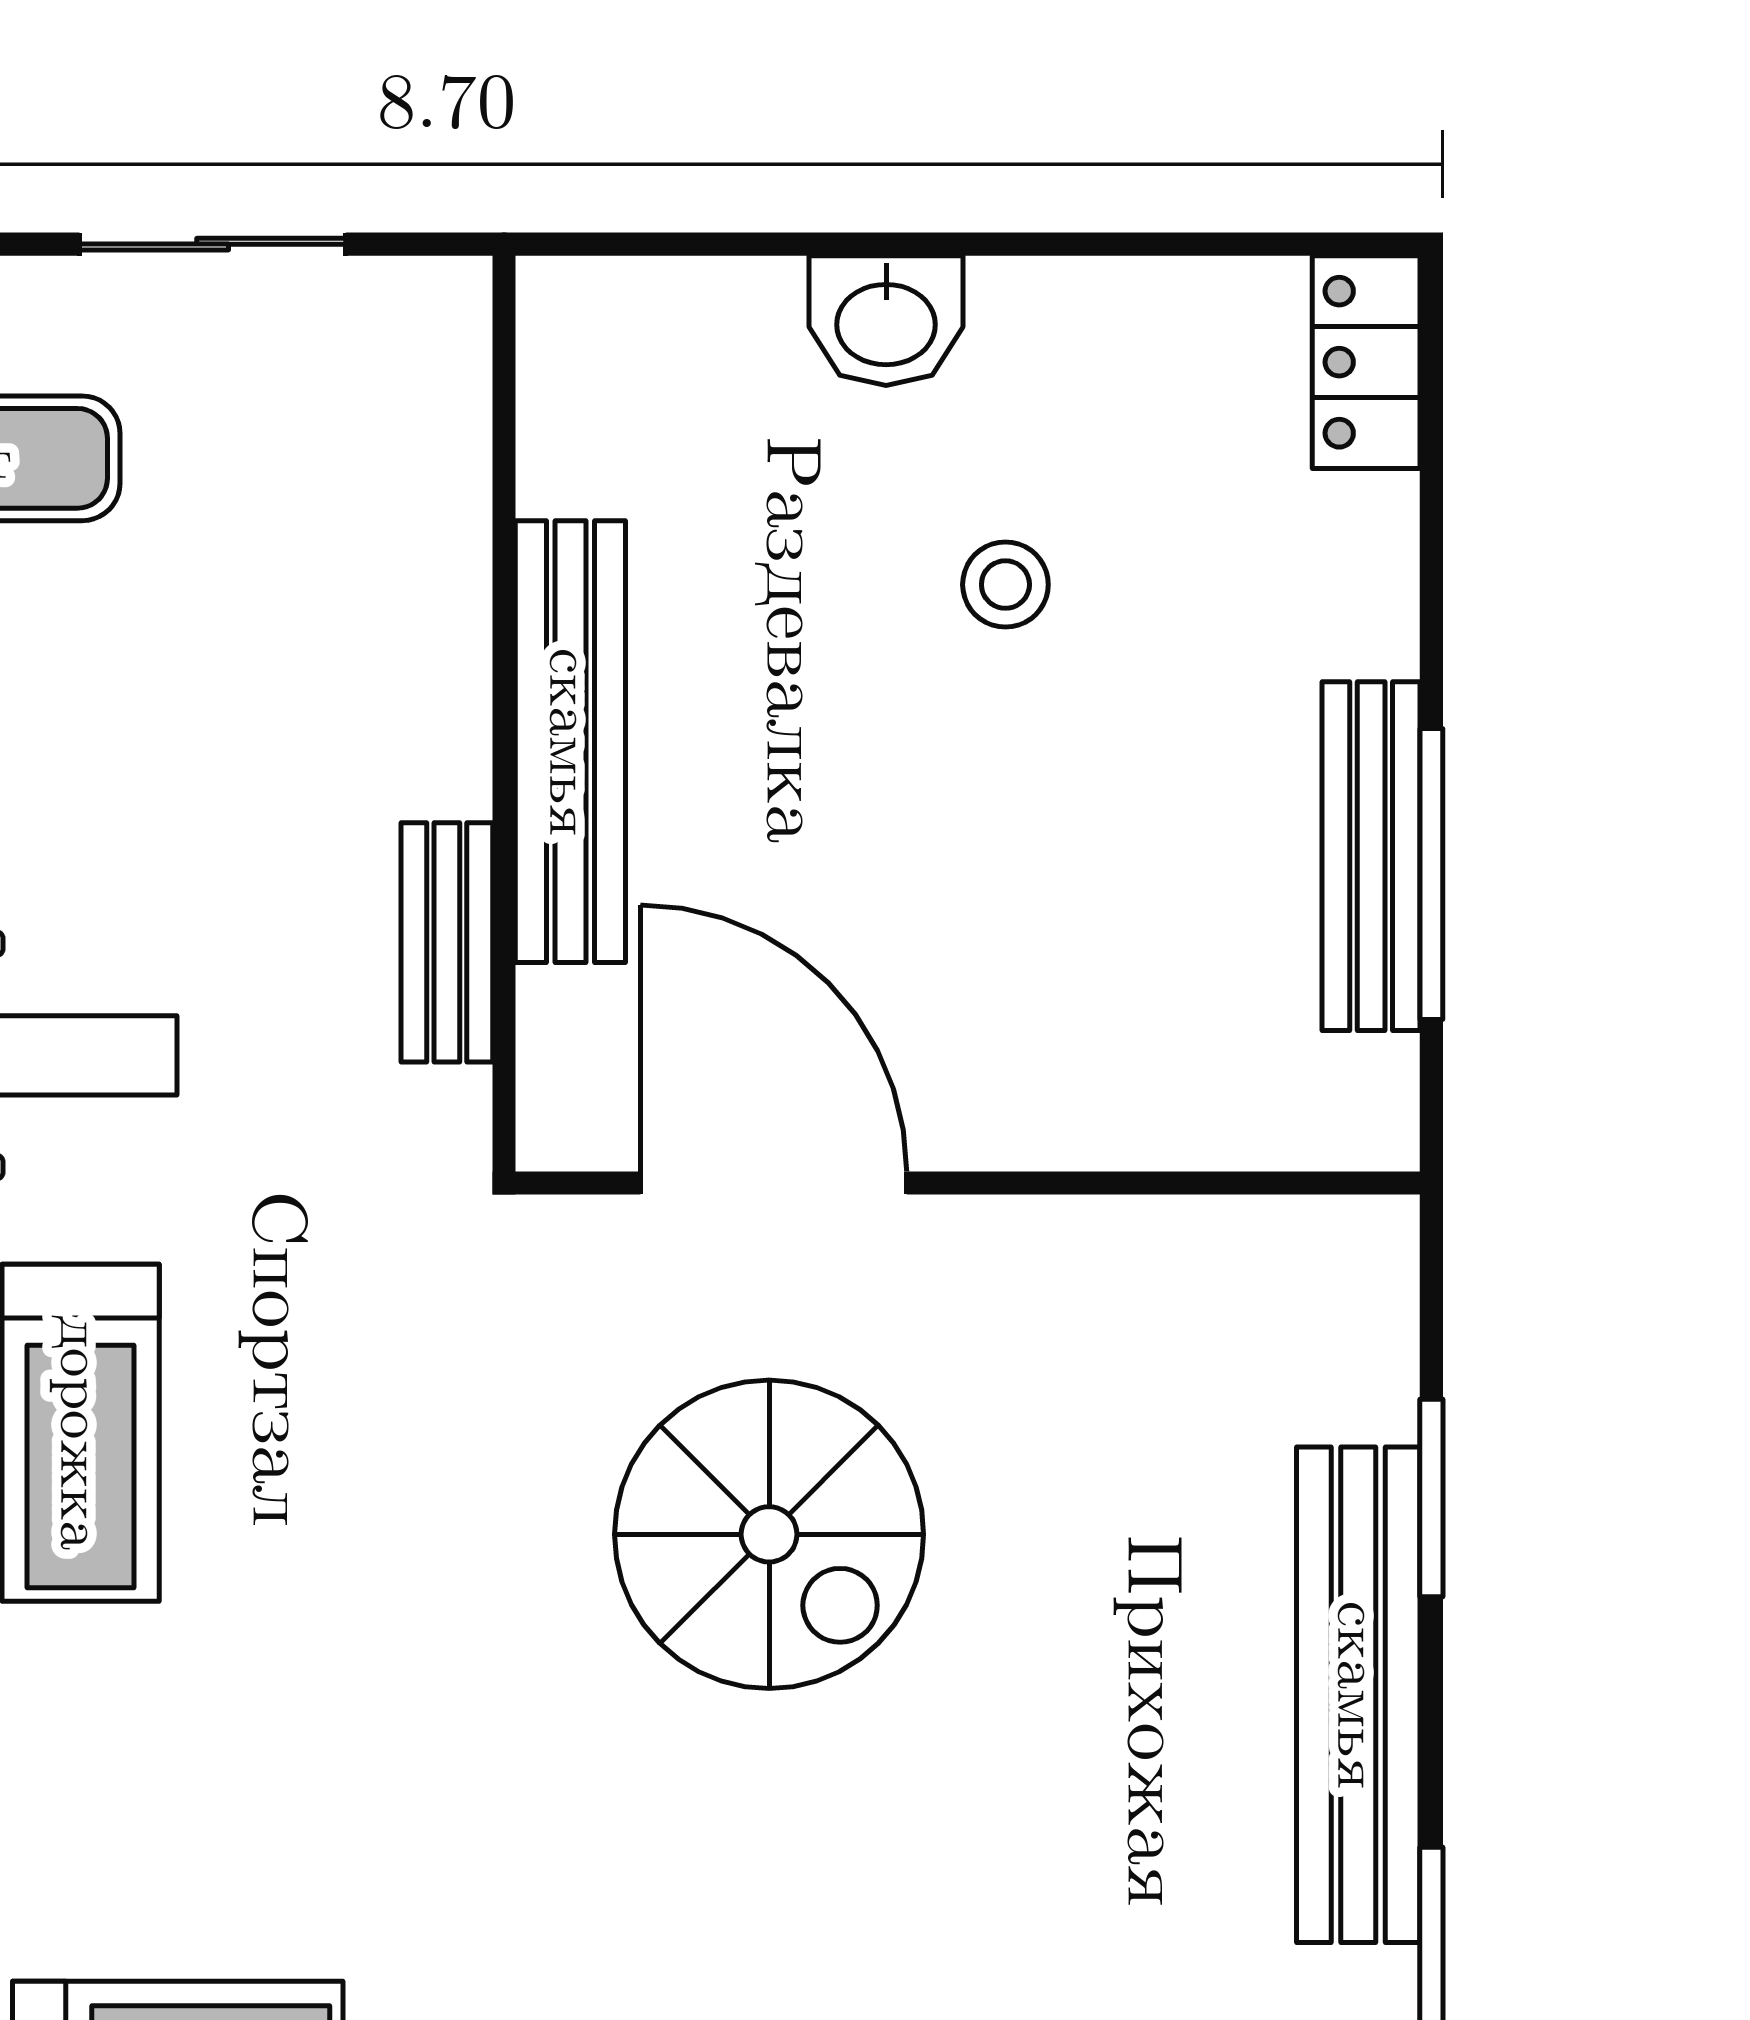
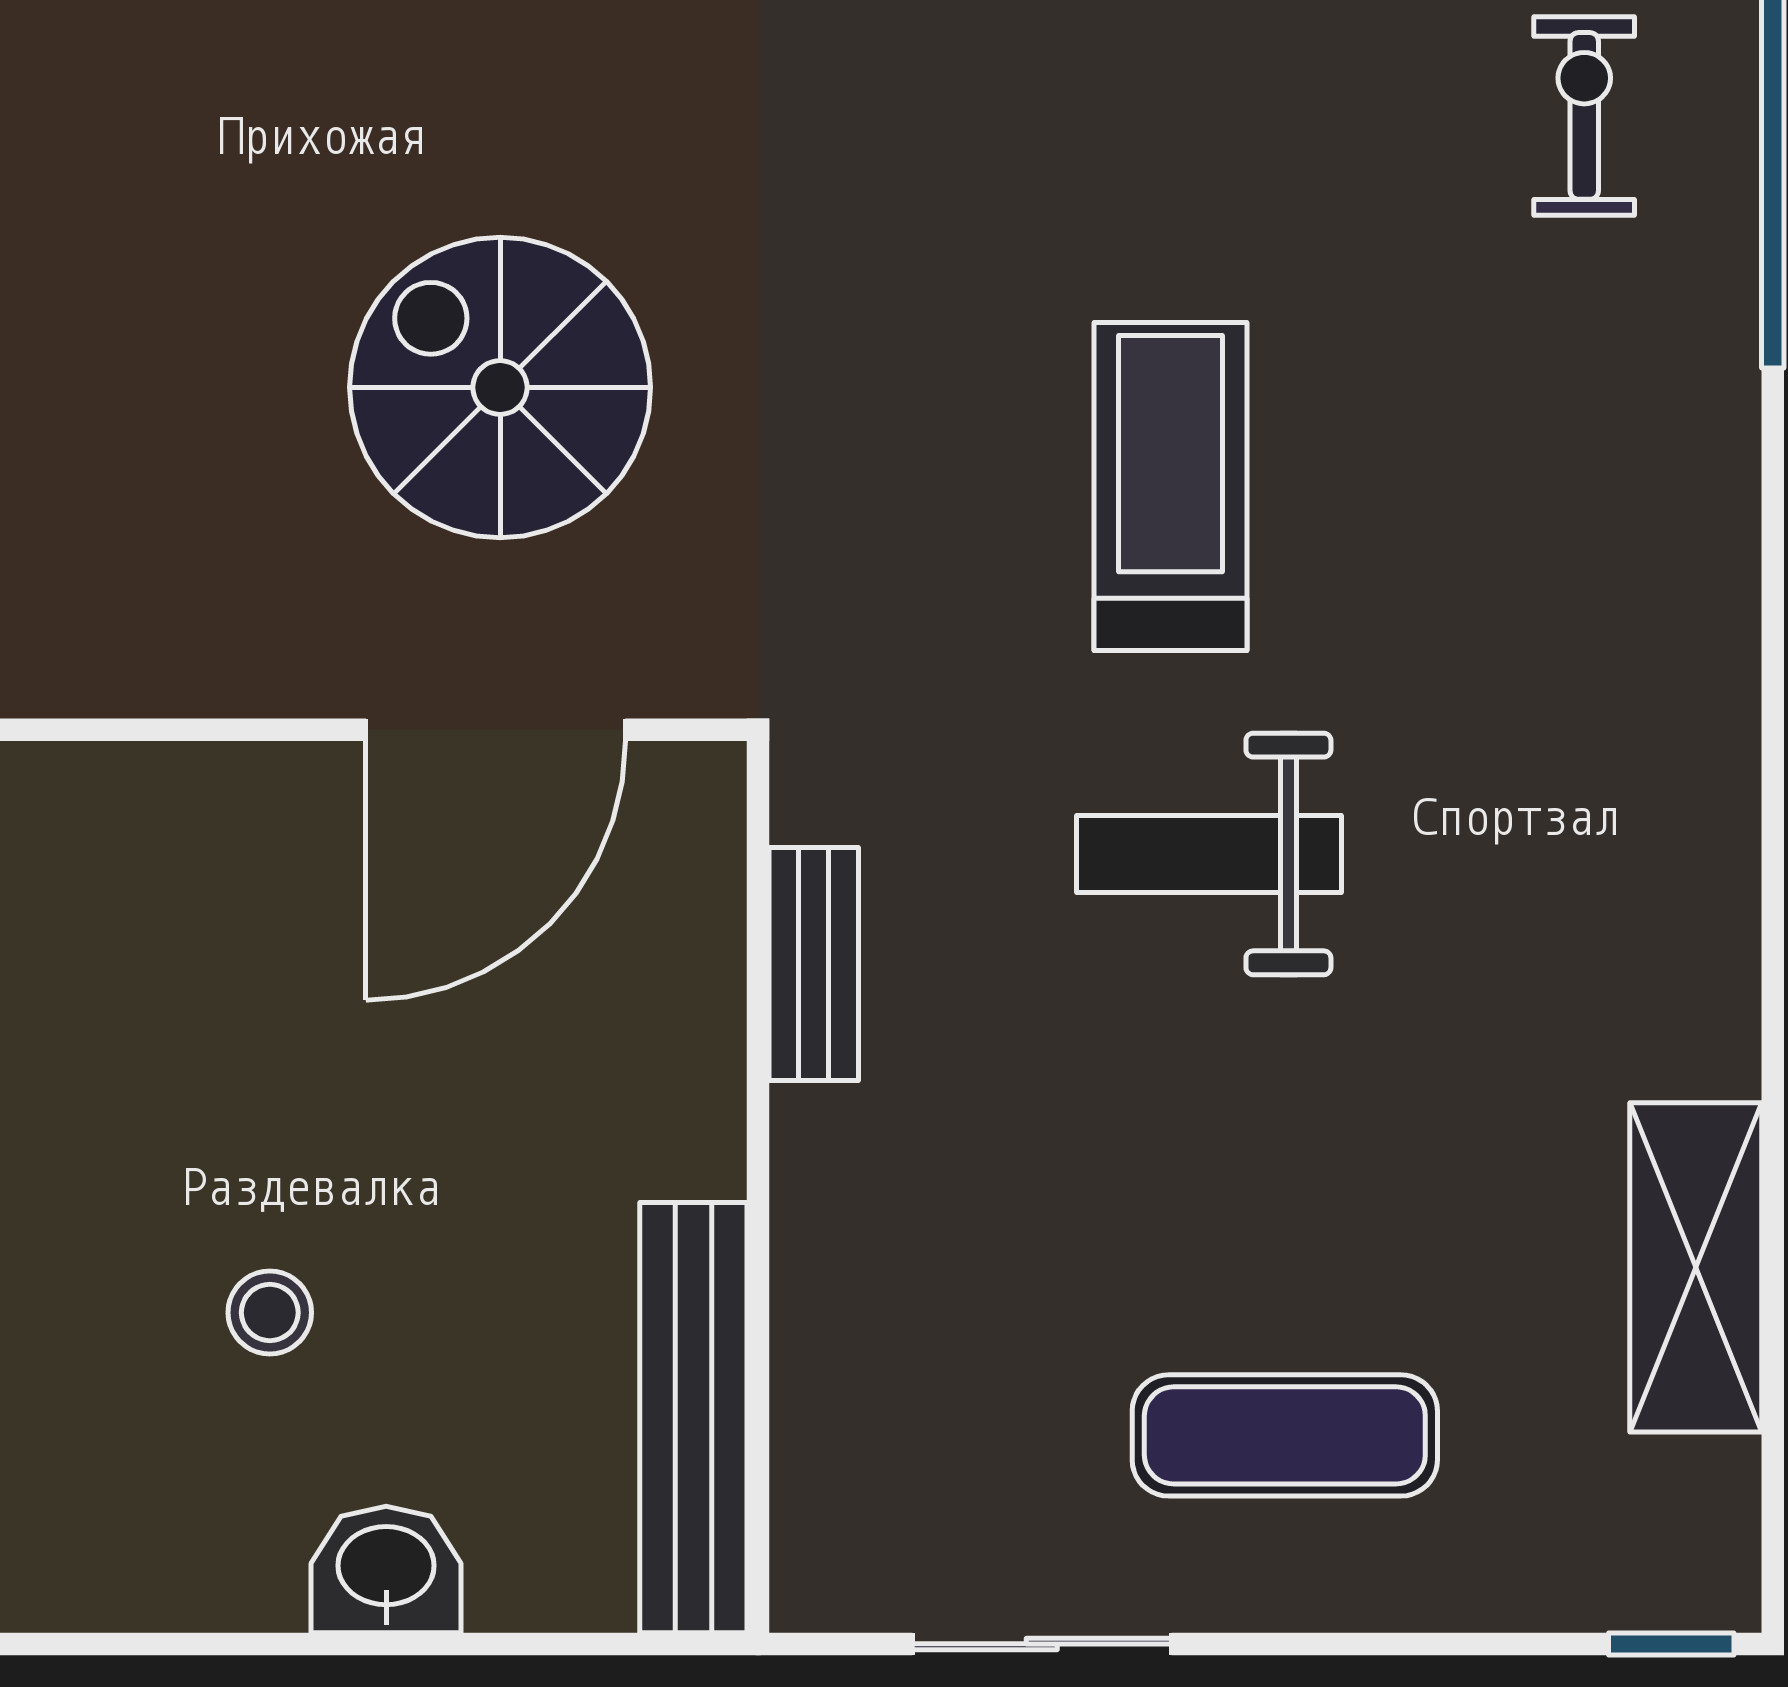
bench: (570, 742) -> (693, 1418), moved
door: (774, 1183) -> (496, 730), hinge flipped

